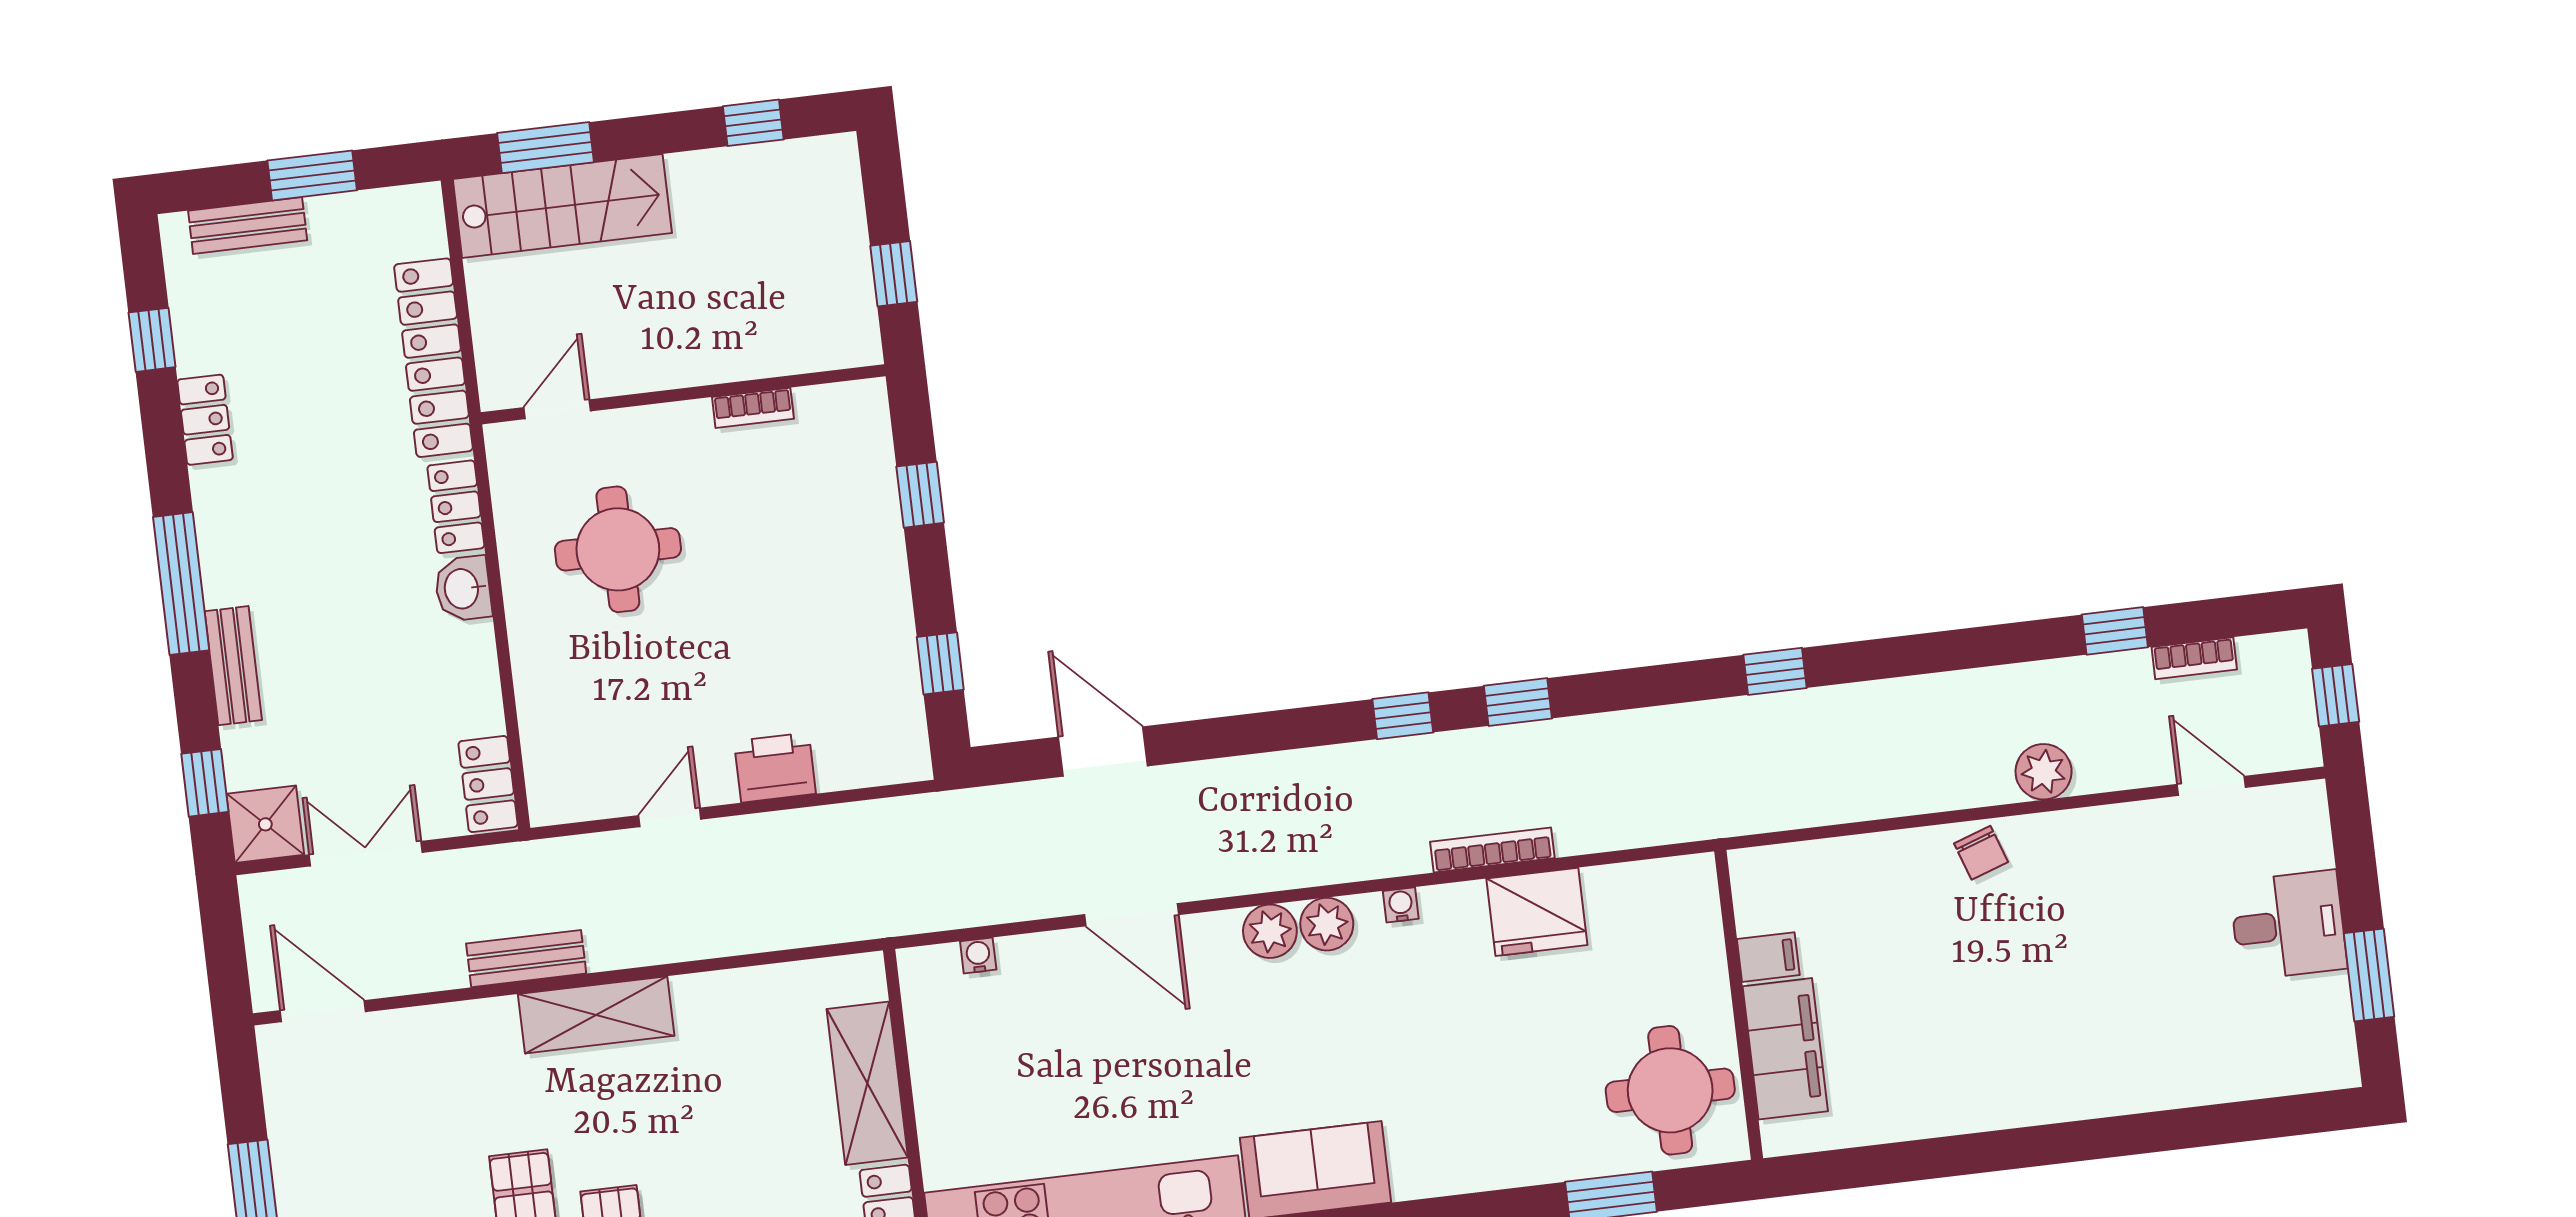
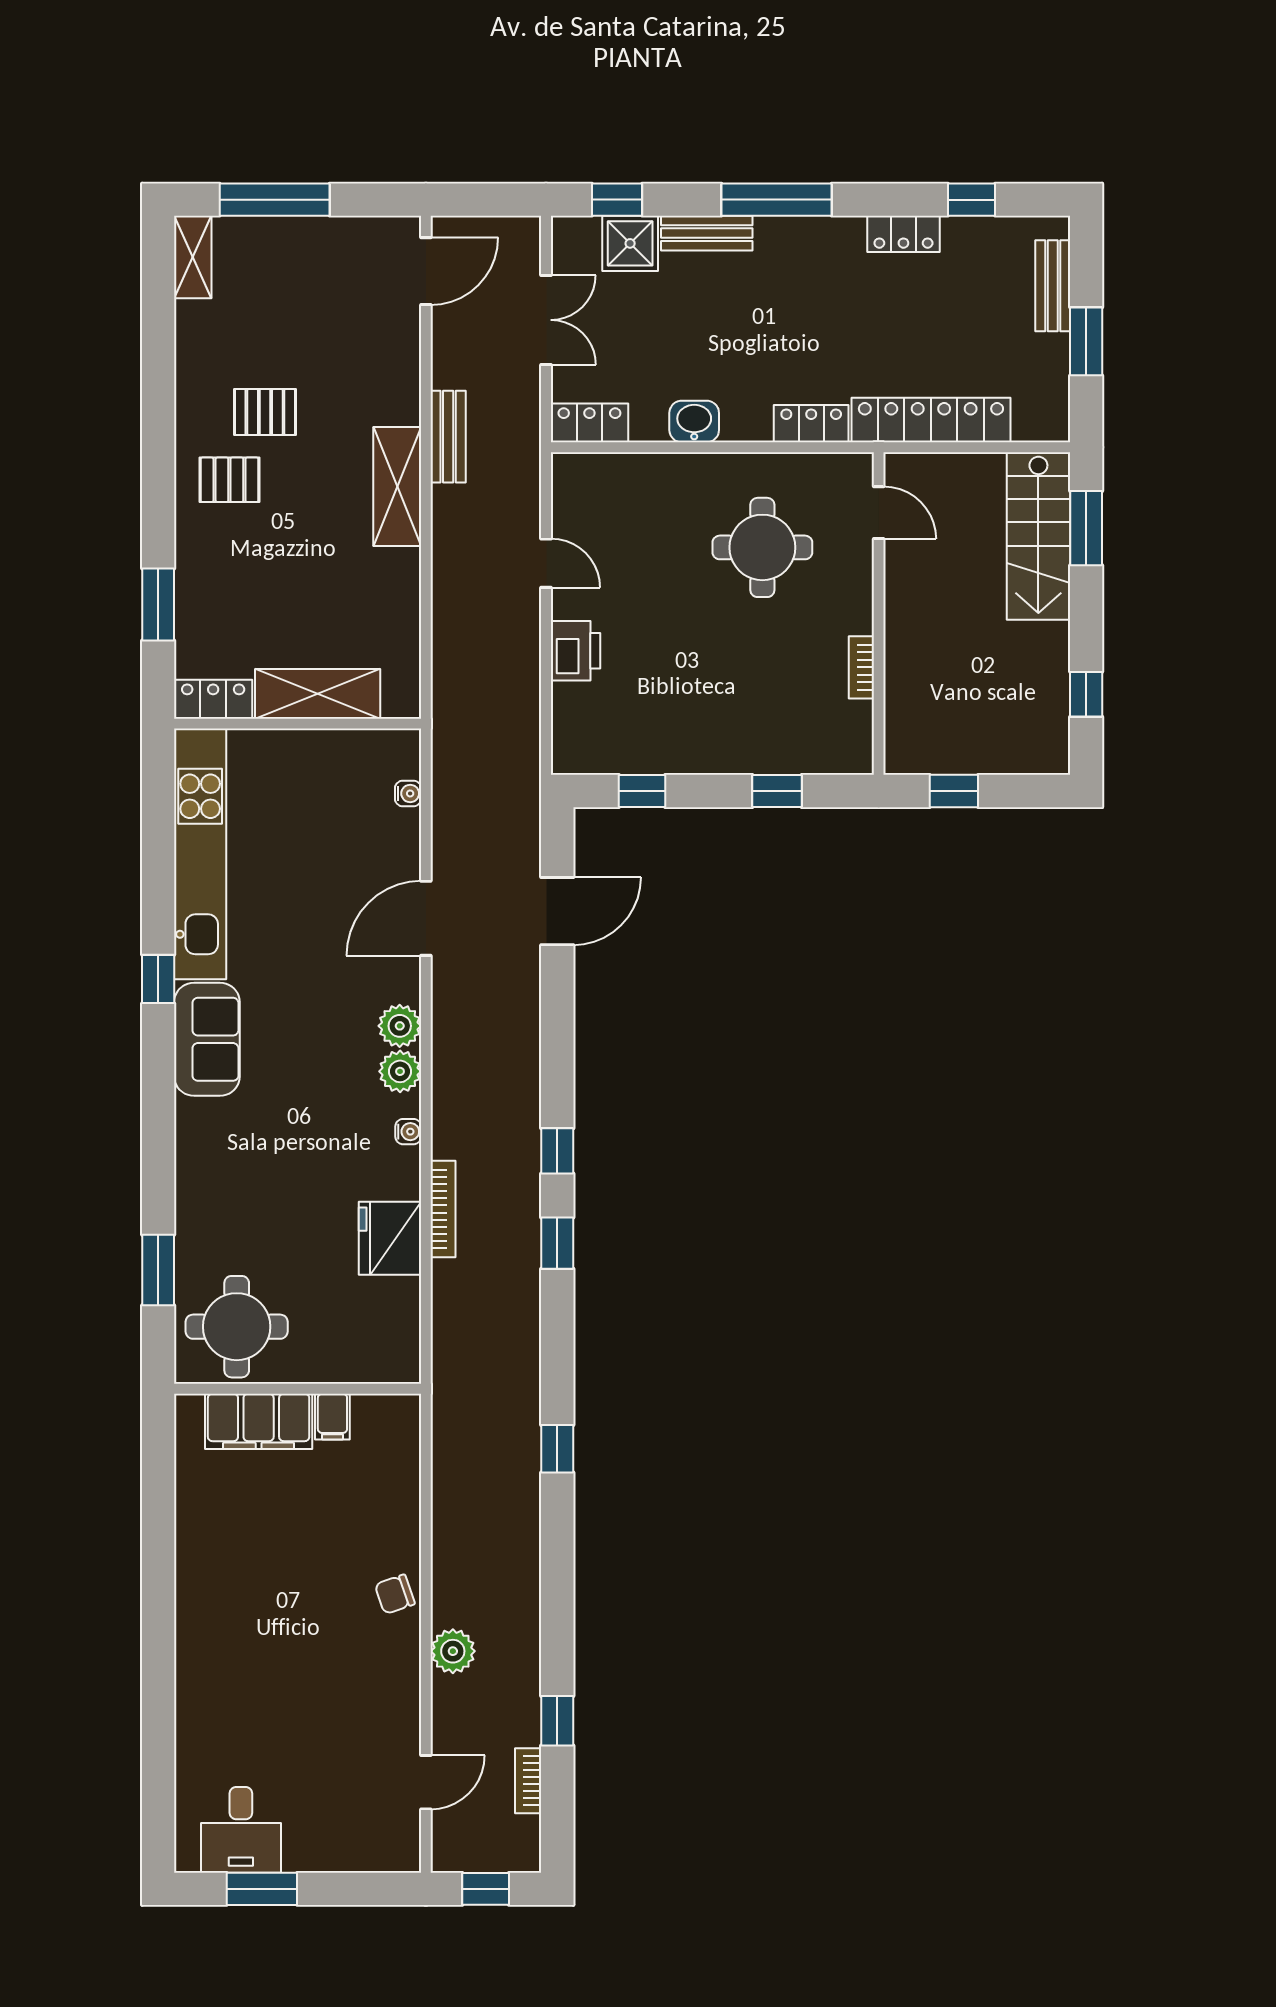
washbasin: (463, 589) -> (694, 421), moved
shower: (265, 824) -> (630, 243), moved
desk: (2288, 925) -> (241, 1830), moved

